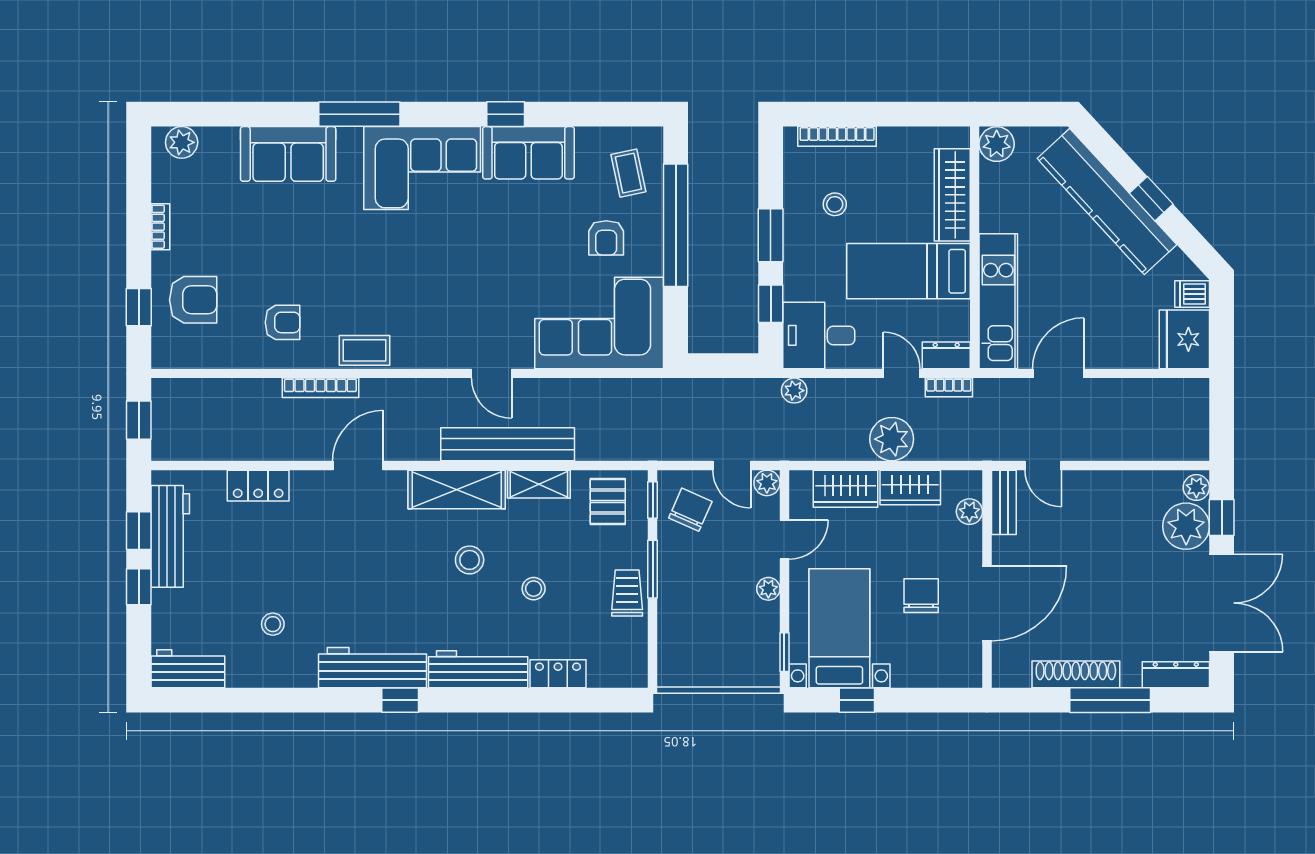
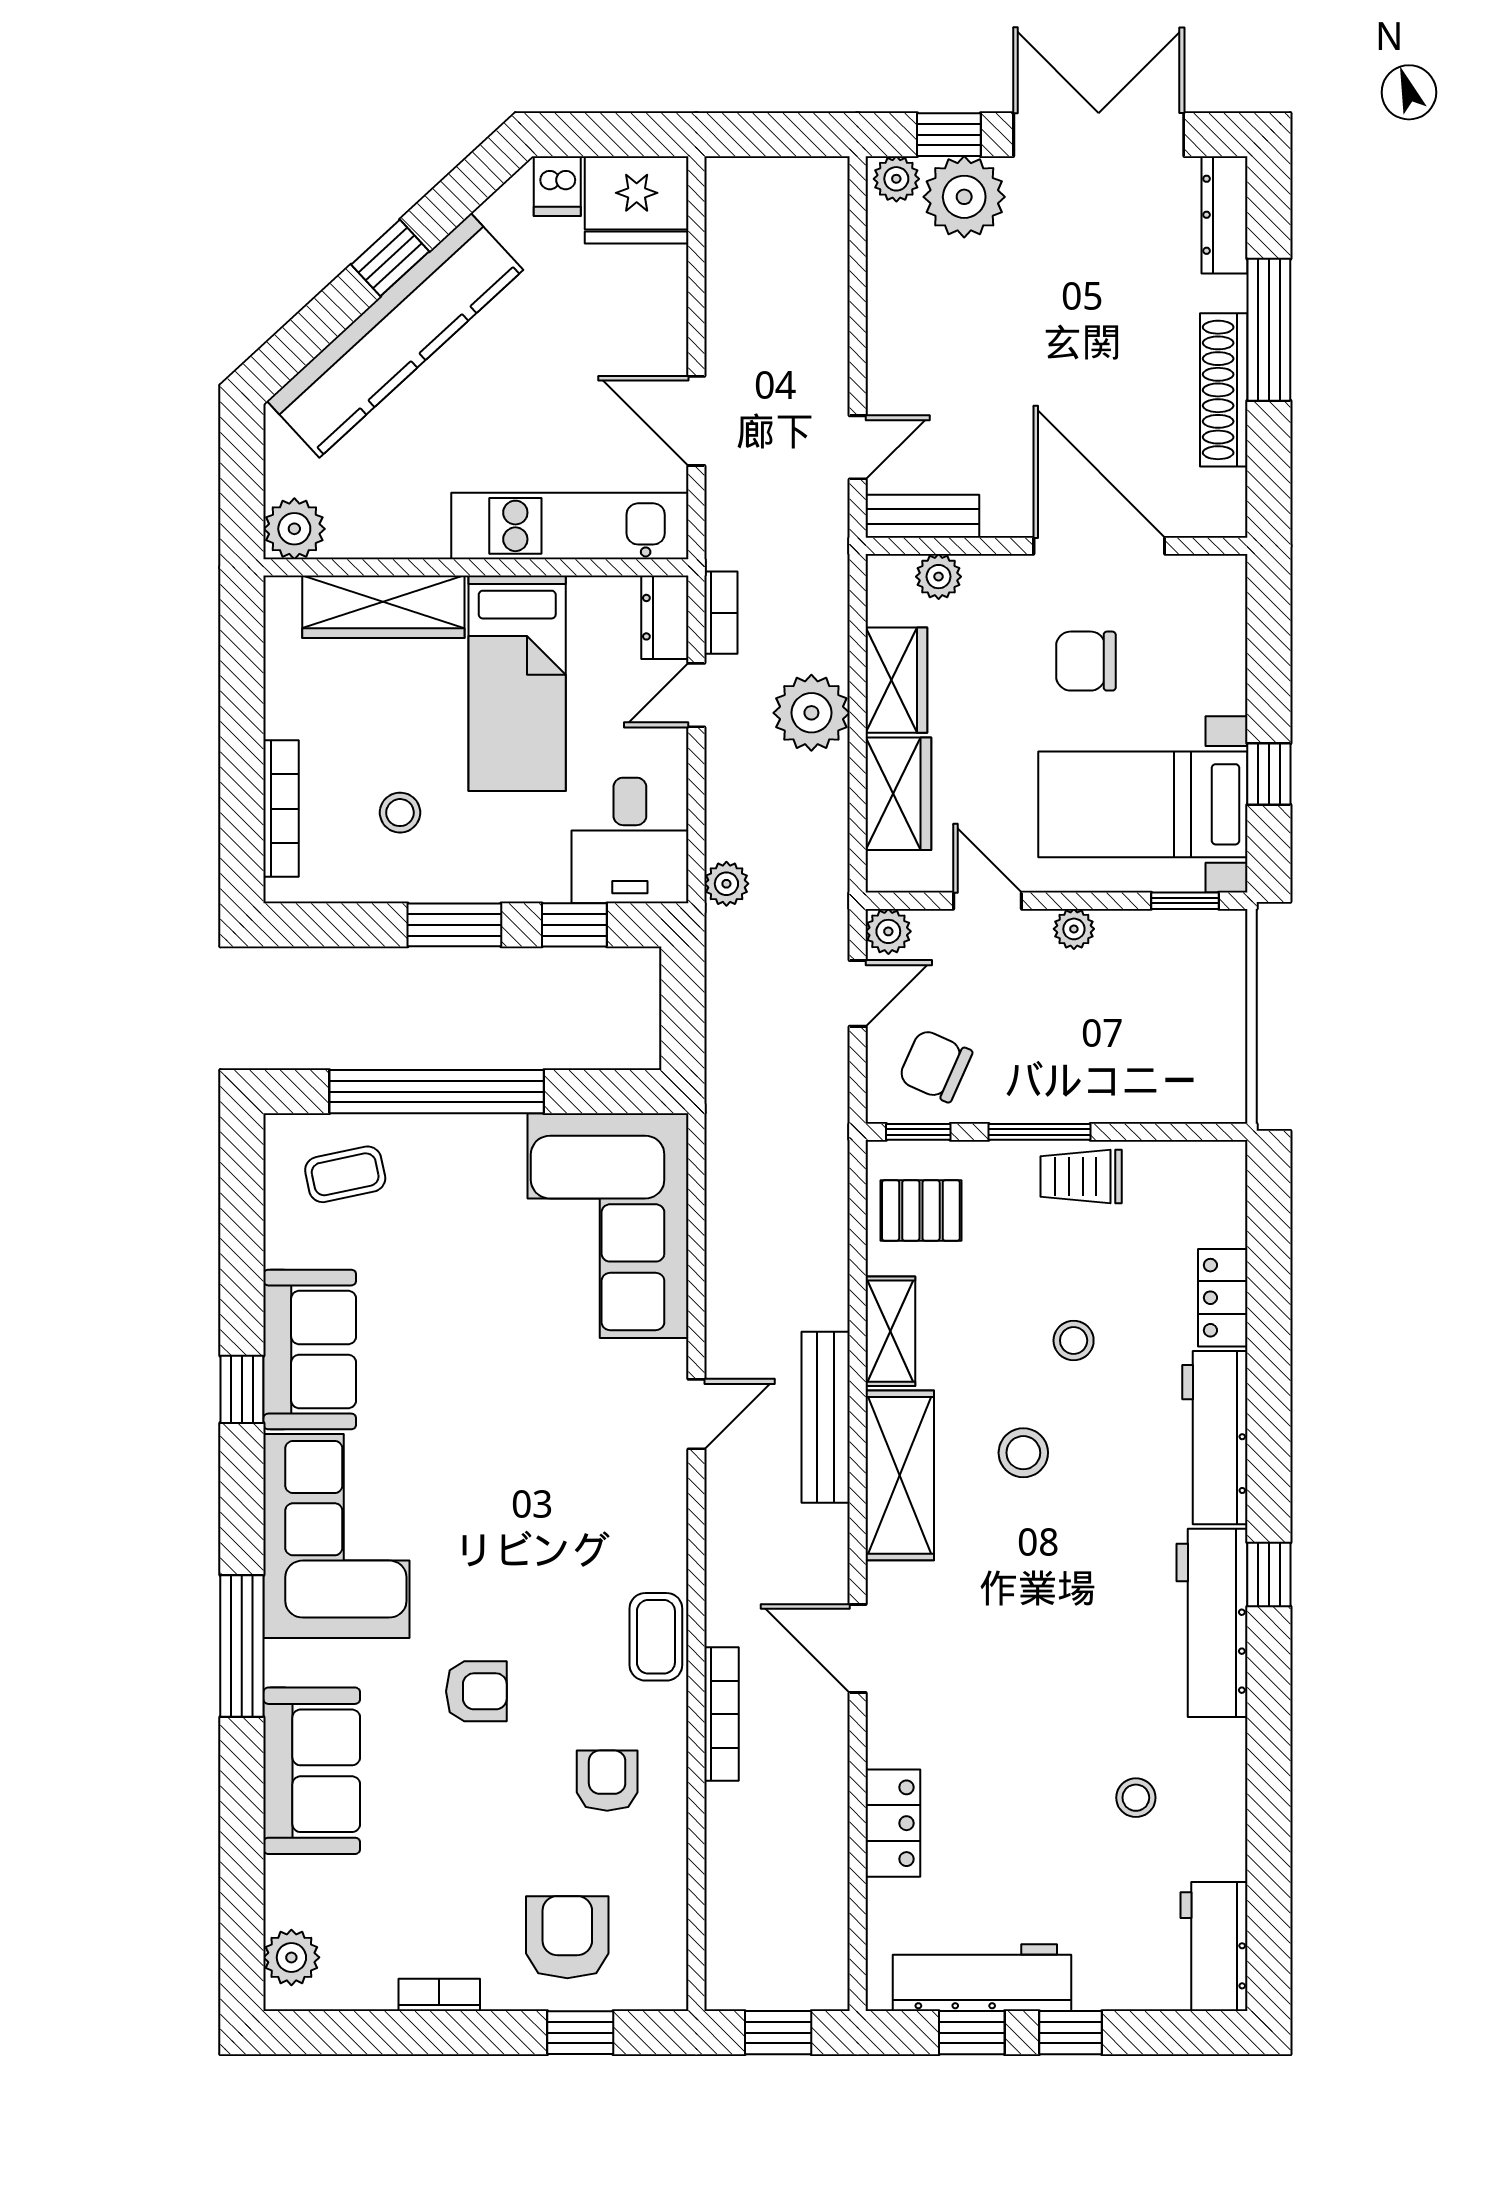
armchair: (606, 238) -> (476, 1691), moved
bench: (508, 444) -> (826, 1417), width x0.73, depth x0.82

